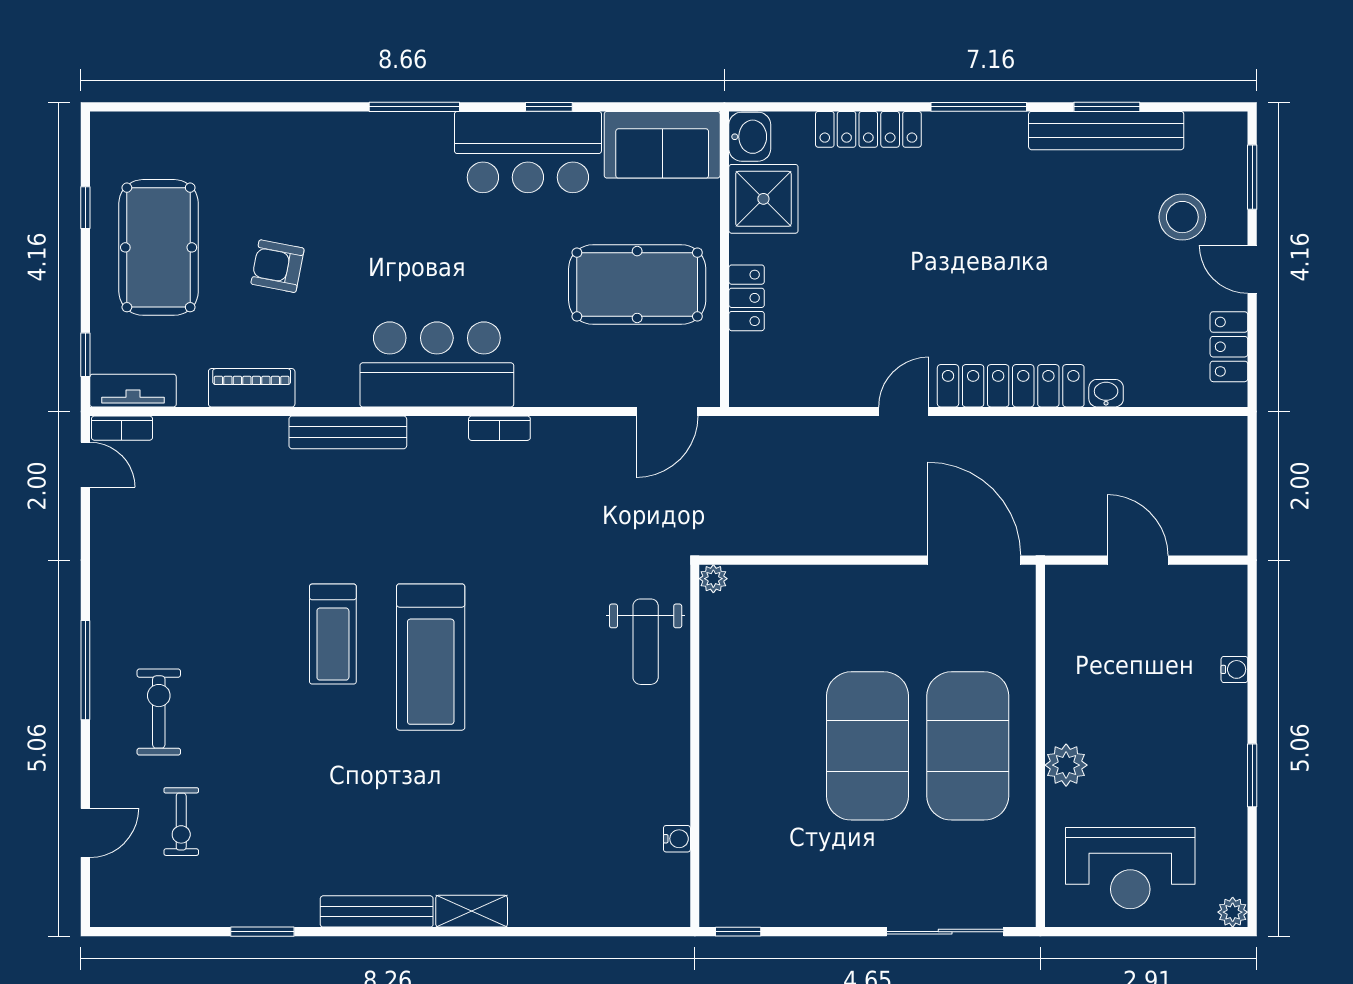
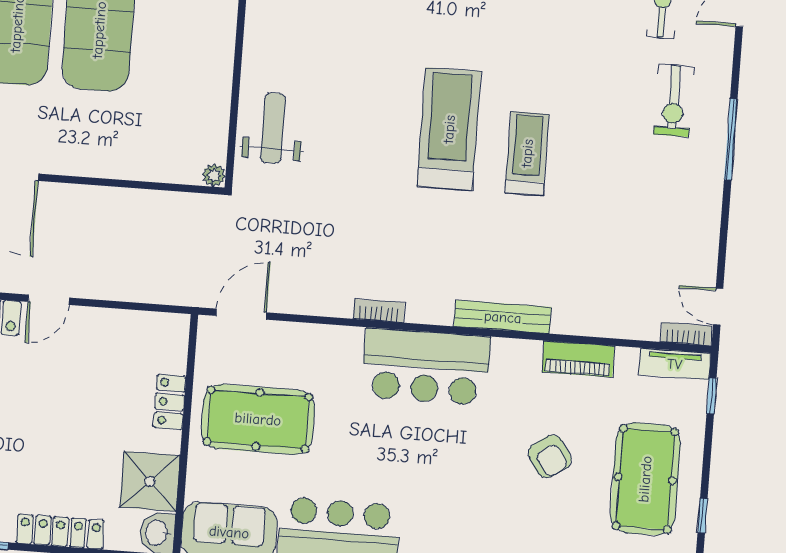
armchair: (278, 266) -> (550, 456), turned 45

